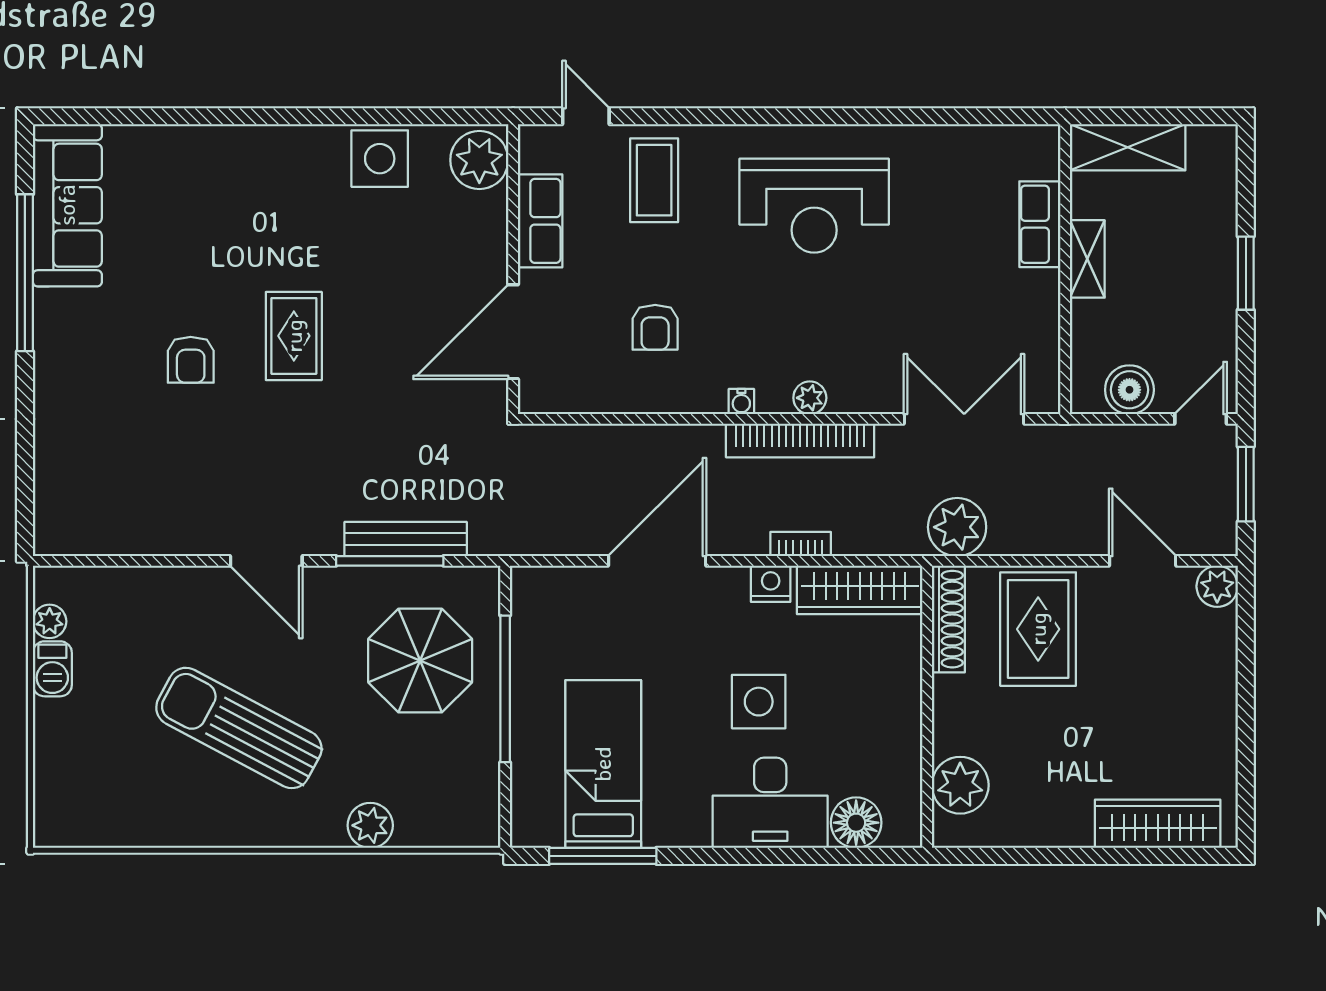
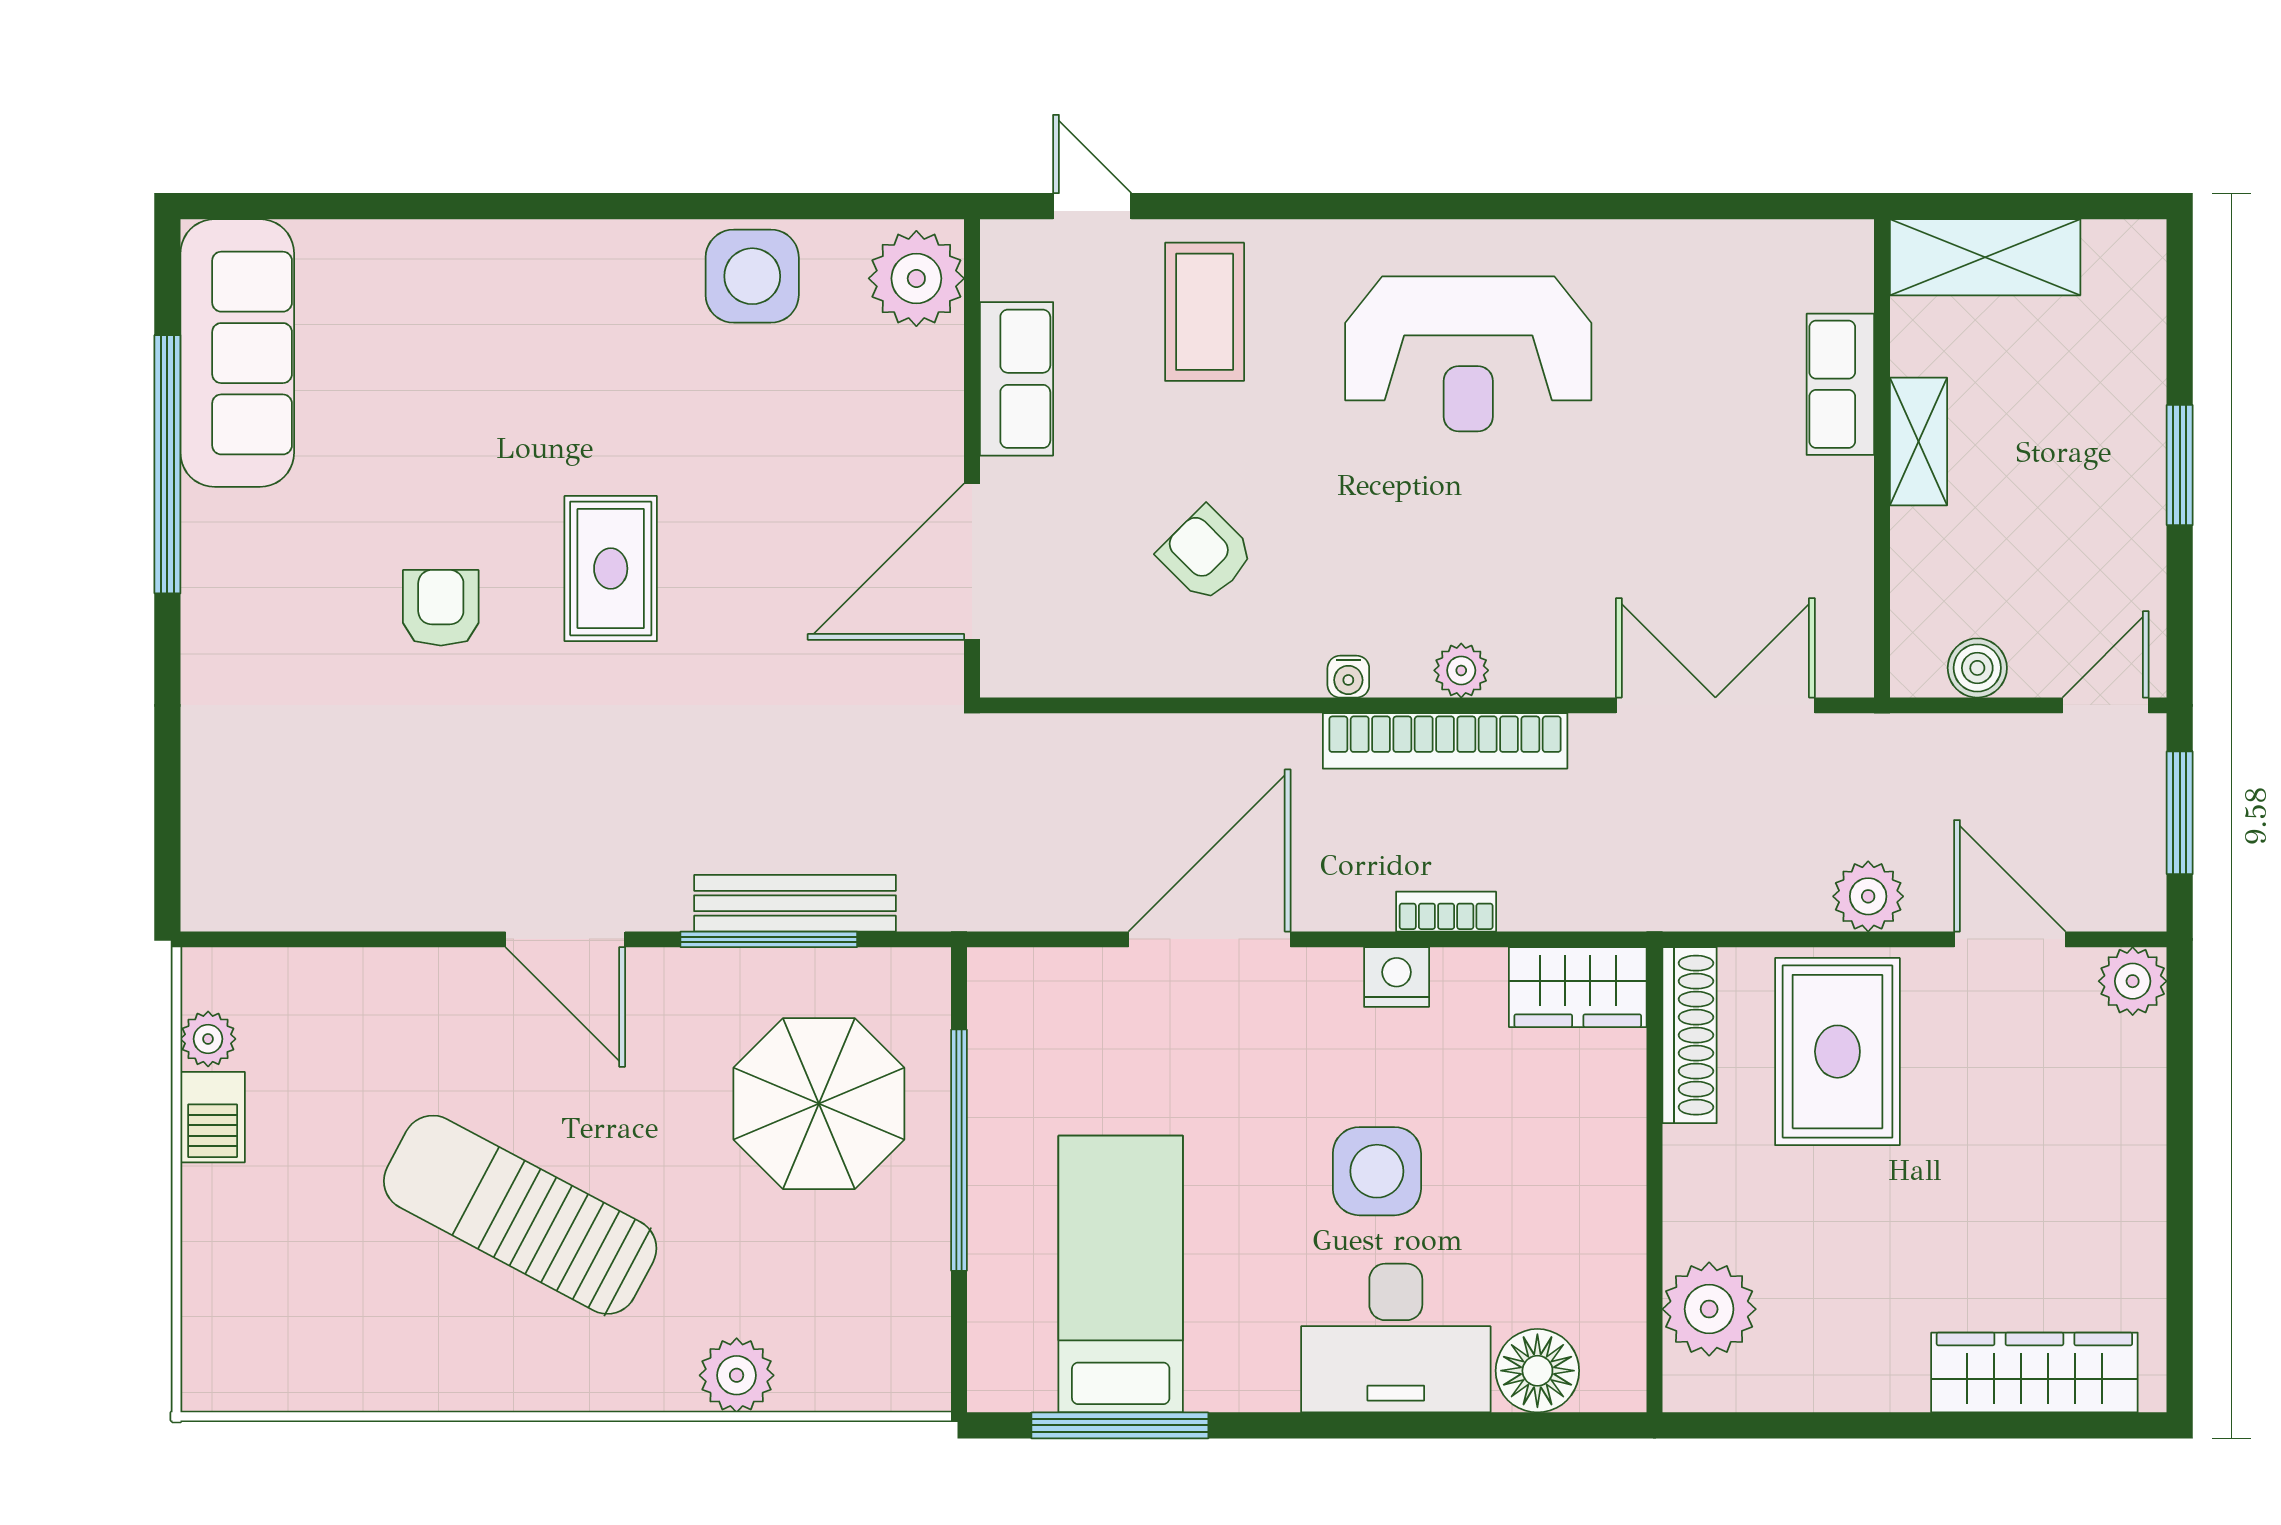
armchair: (655, 327) -> (1206, 554), turned 135
armchair: (191, 360) -> (441, 608), turned 180
boiler: (1129, 390) -> (1977, 668), width x0.73, depth x0.73
plant: (957, 527) -> (1868, 896), moved, width x0.73, depth x0.73
wardrobe: (860, 590) -> (1578, 987), width x0.67

